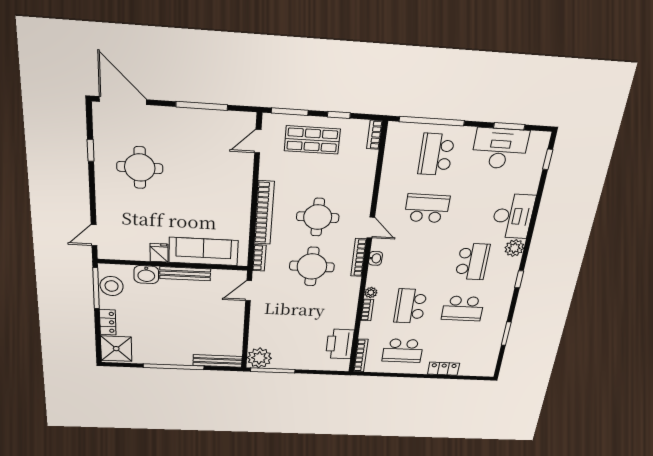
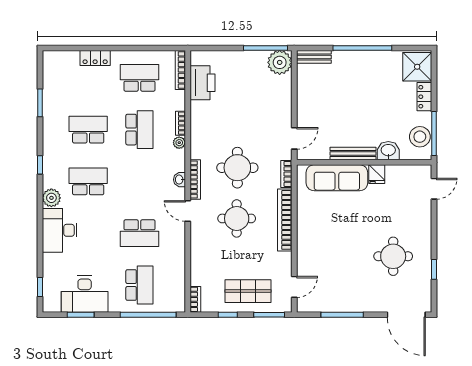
school desk: (472, 262) -> (88, 181), turned 90
bench: (218, 361) -> (314, 57), width x0.73

